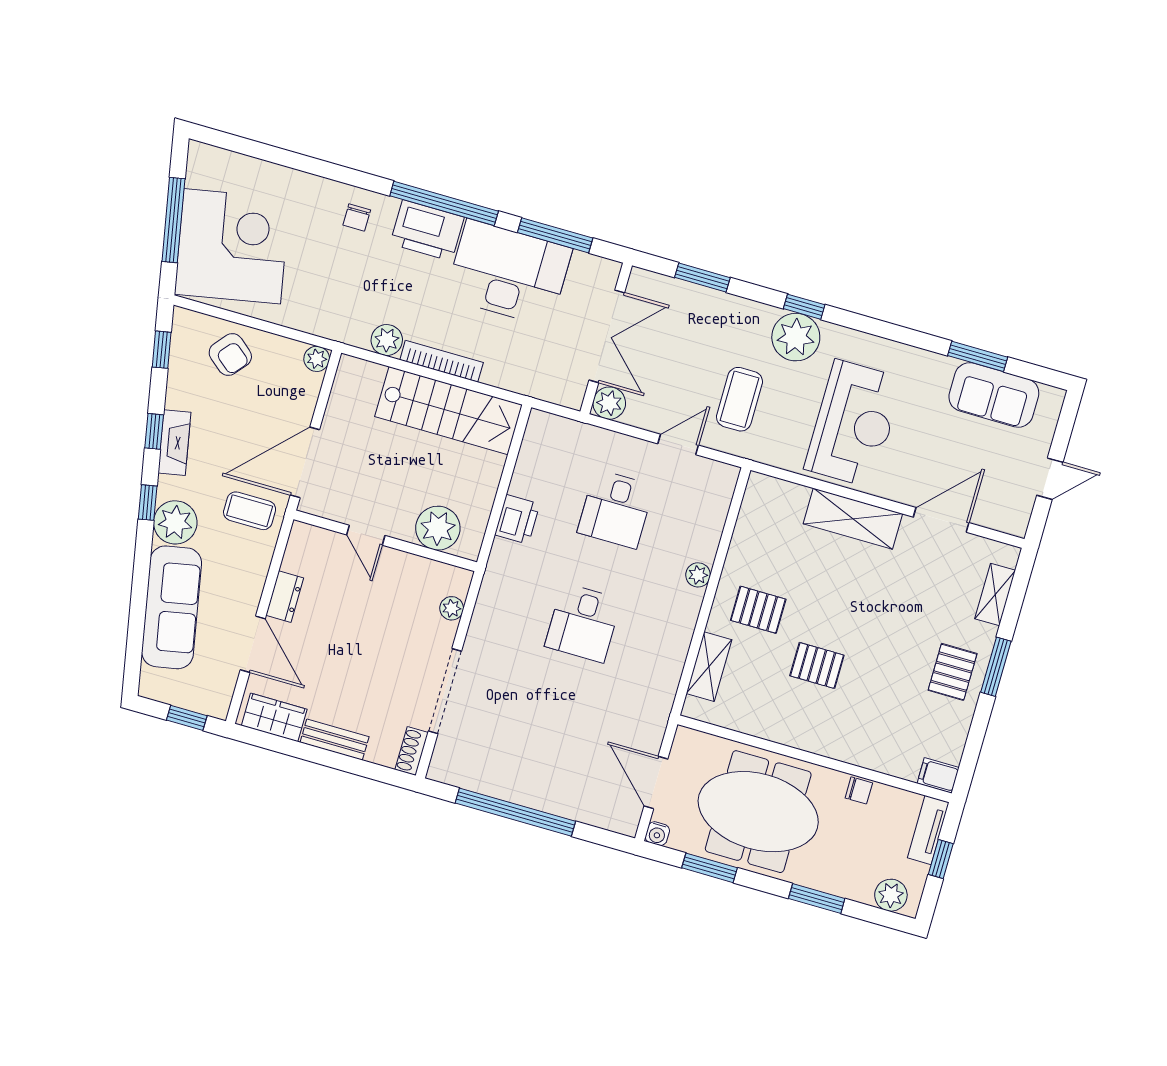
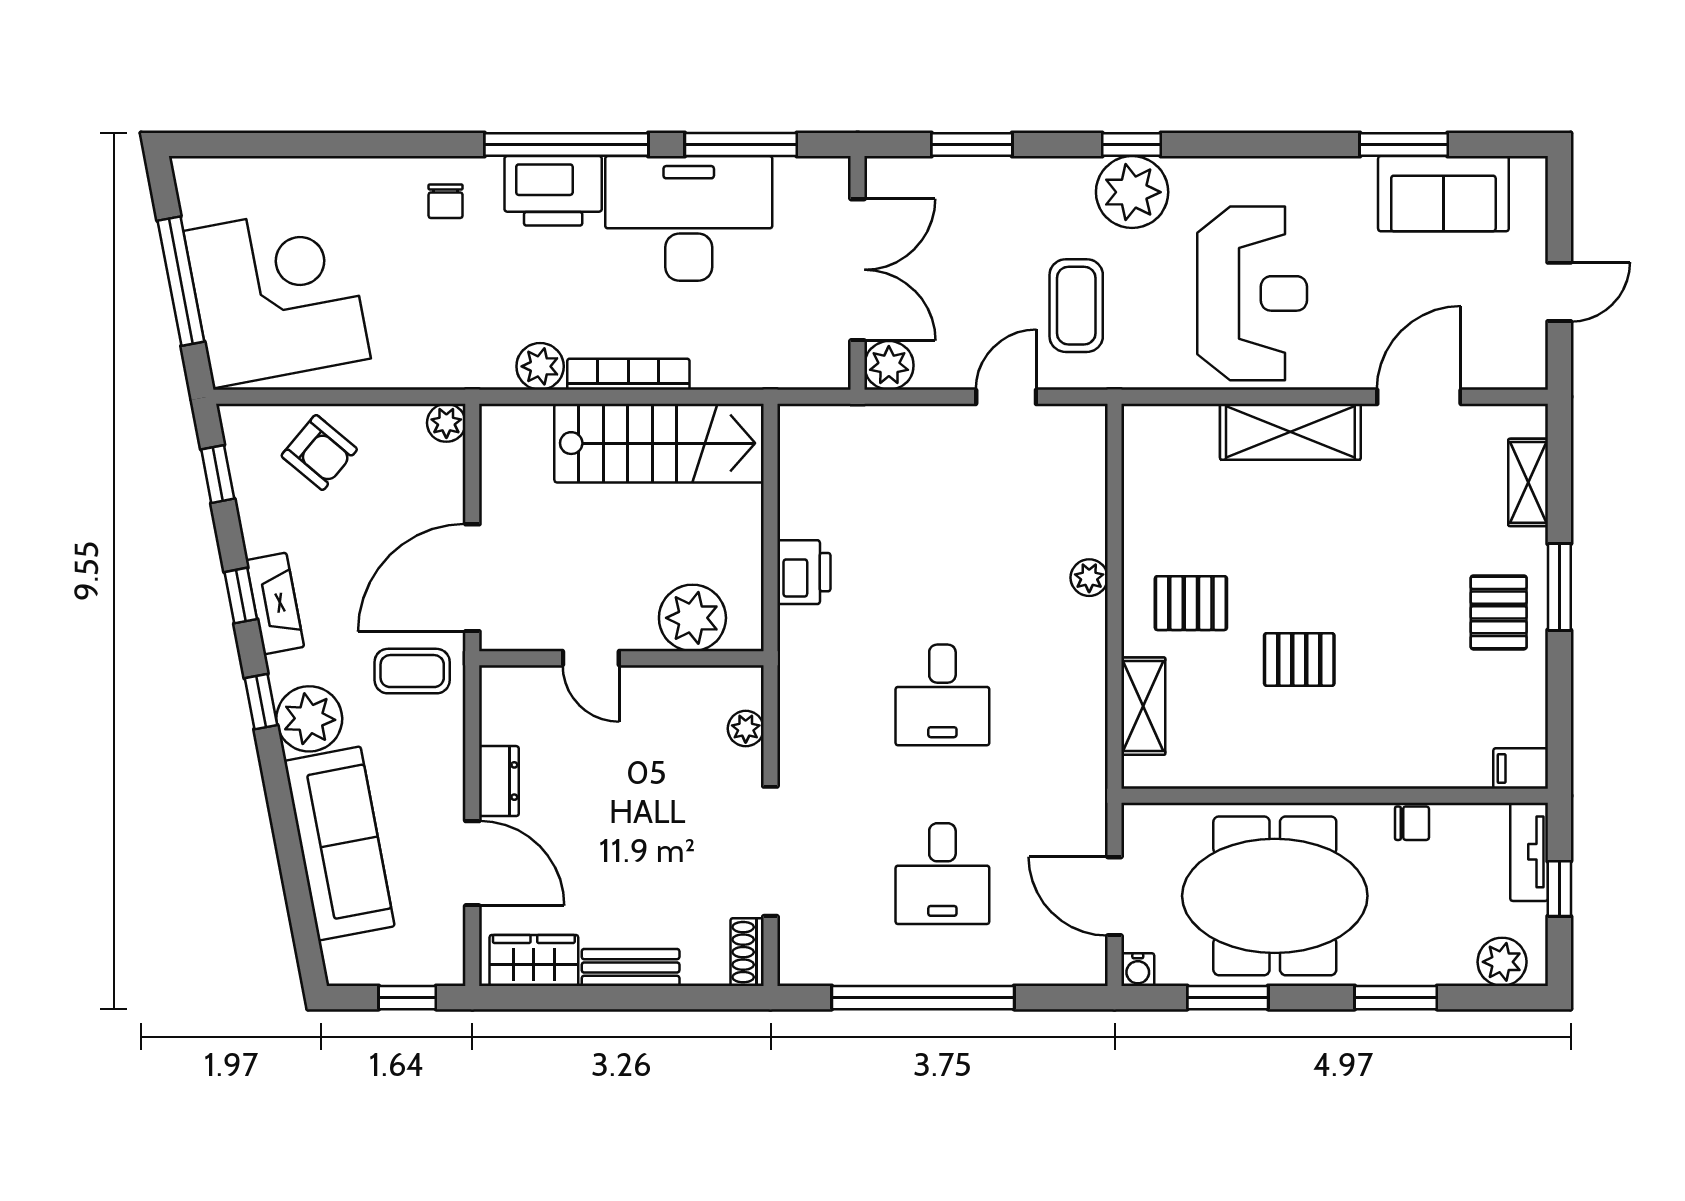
desk: (616, 509) -> (942, 874), moved

